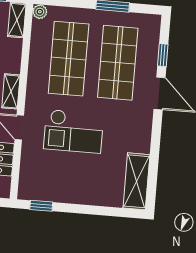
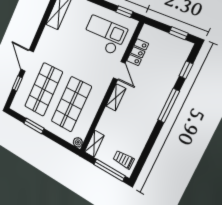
checkout: (74, 131) -> (104, 35), moved

